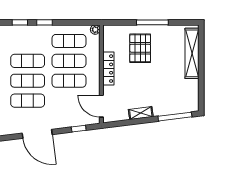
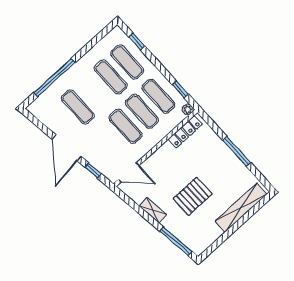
window: (45, 22) -> (180, 89), moved
pallet: (140, 48) -> (193, 196), moved
locker: (108, 69) -> (185, 132), moved
exercise mat: (28, 81) -> (127, 62), moved
door: (101, 106) -> (129, 172), swing flipped
door: (37, 134) -> (67, 148), moved

